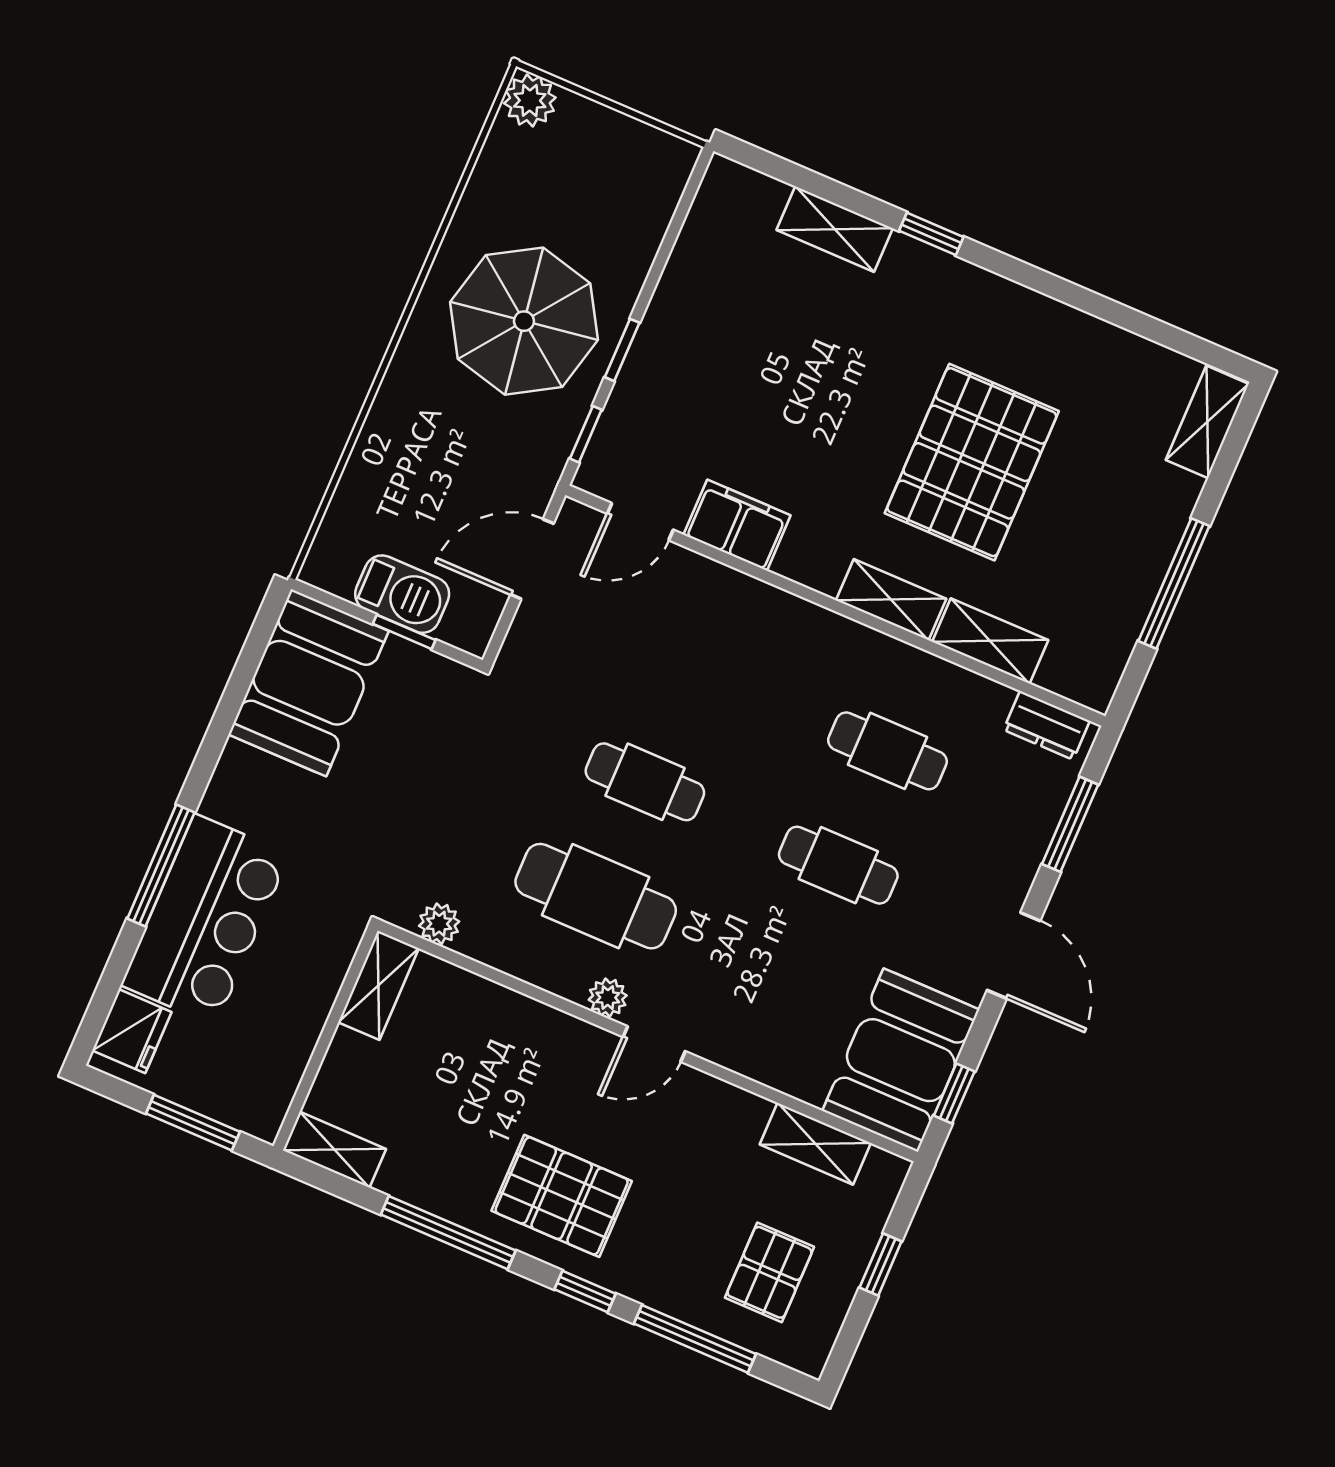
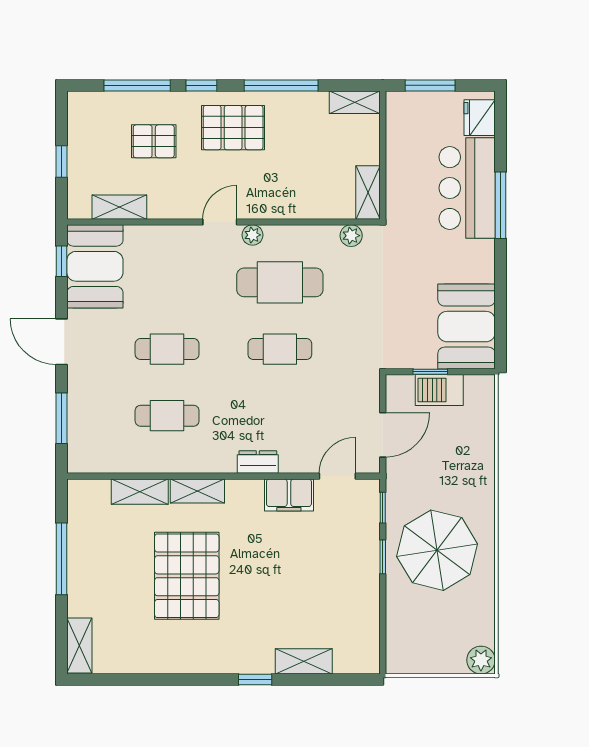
dresser: (1047, 725) -> (258, 462), moved
pallet: (769, 1272) -> (154, 141), moved, turned 90

